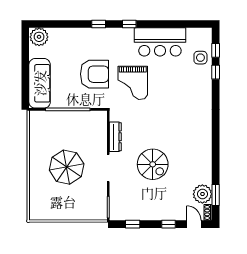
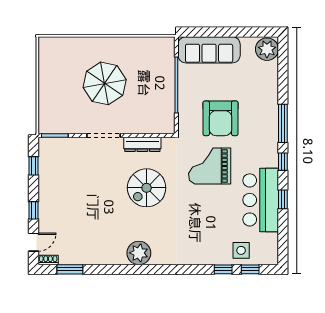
window: (99, 24) -> (283, 123), width x2.17
window: (159, 24) -> (283, 199), added
spiral stairs: (153, 164) -> (147, 188), moved
plant: (202, 194) -> (139, 253), moved

